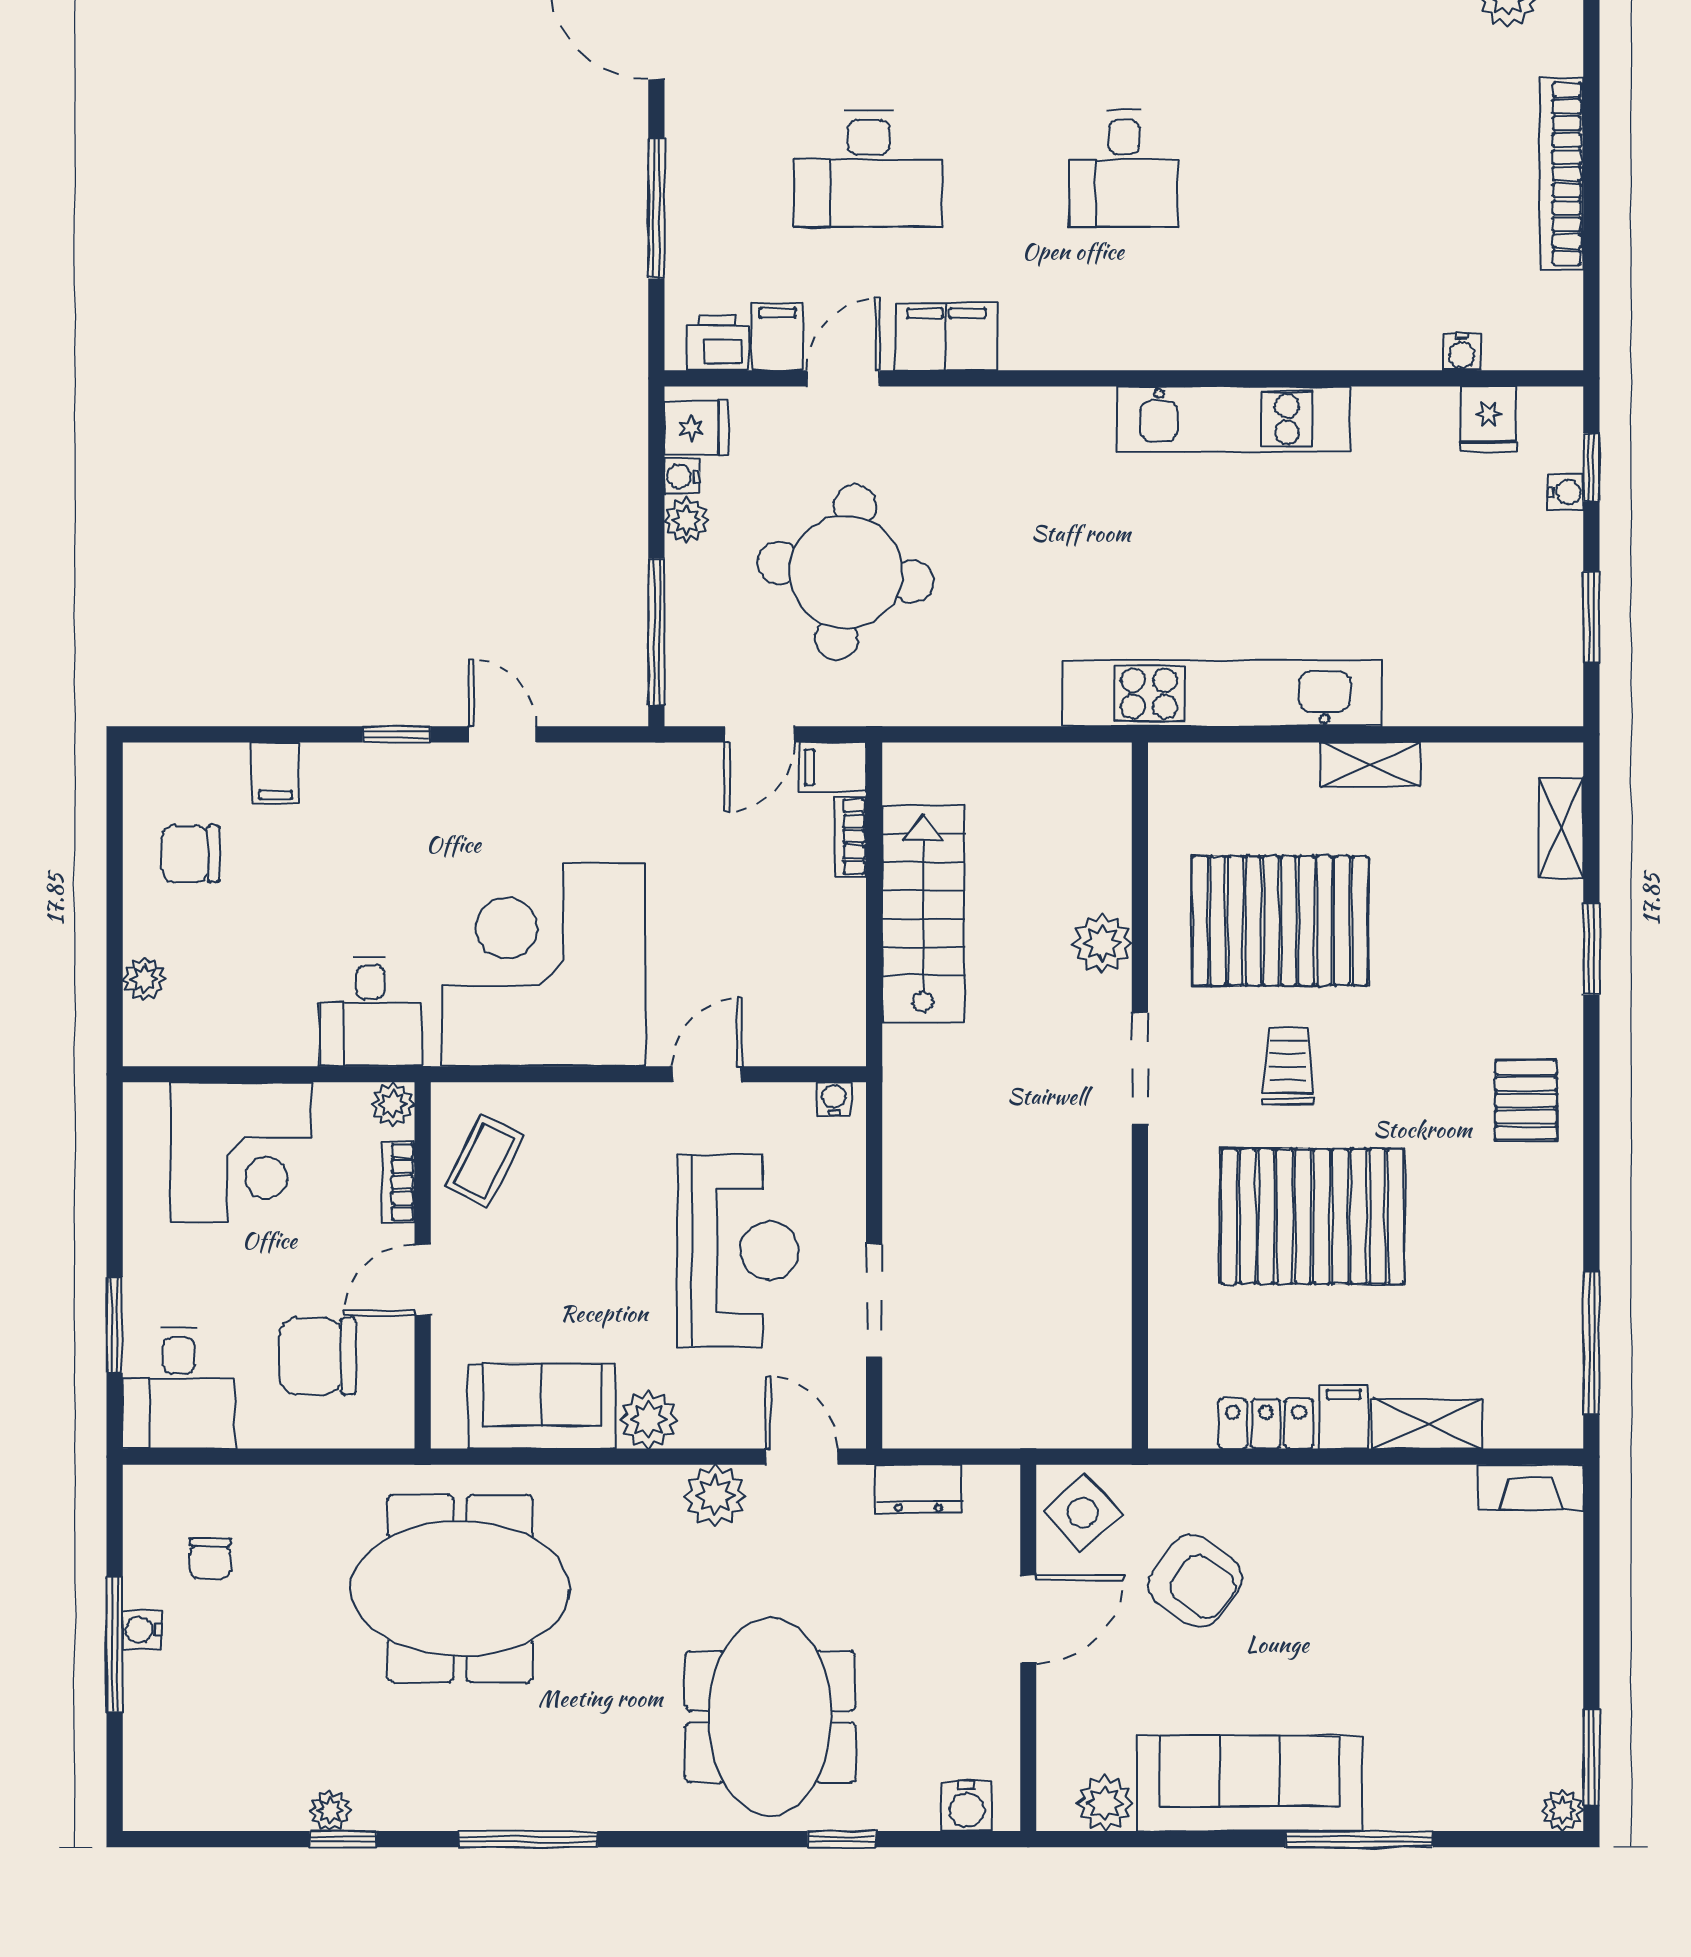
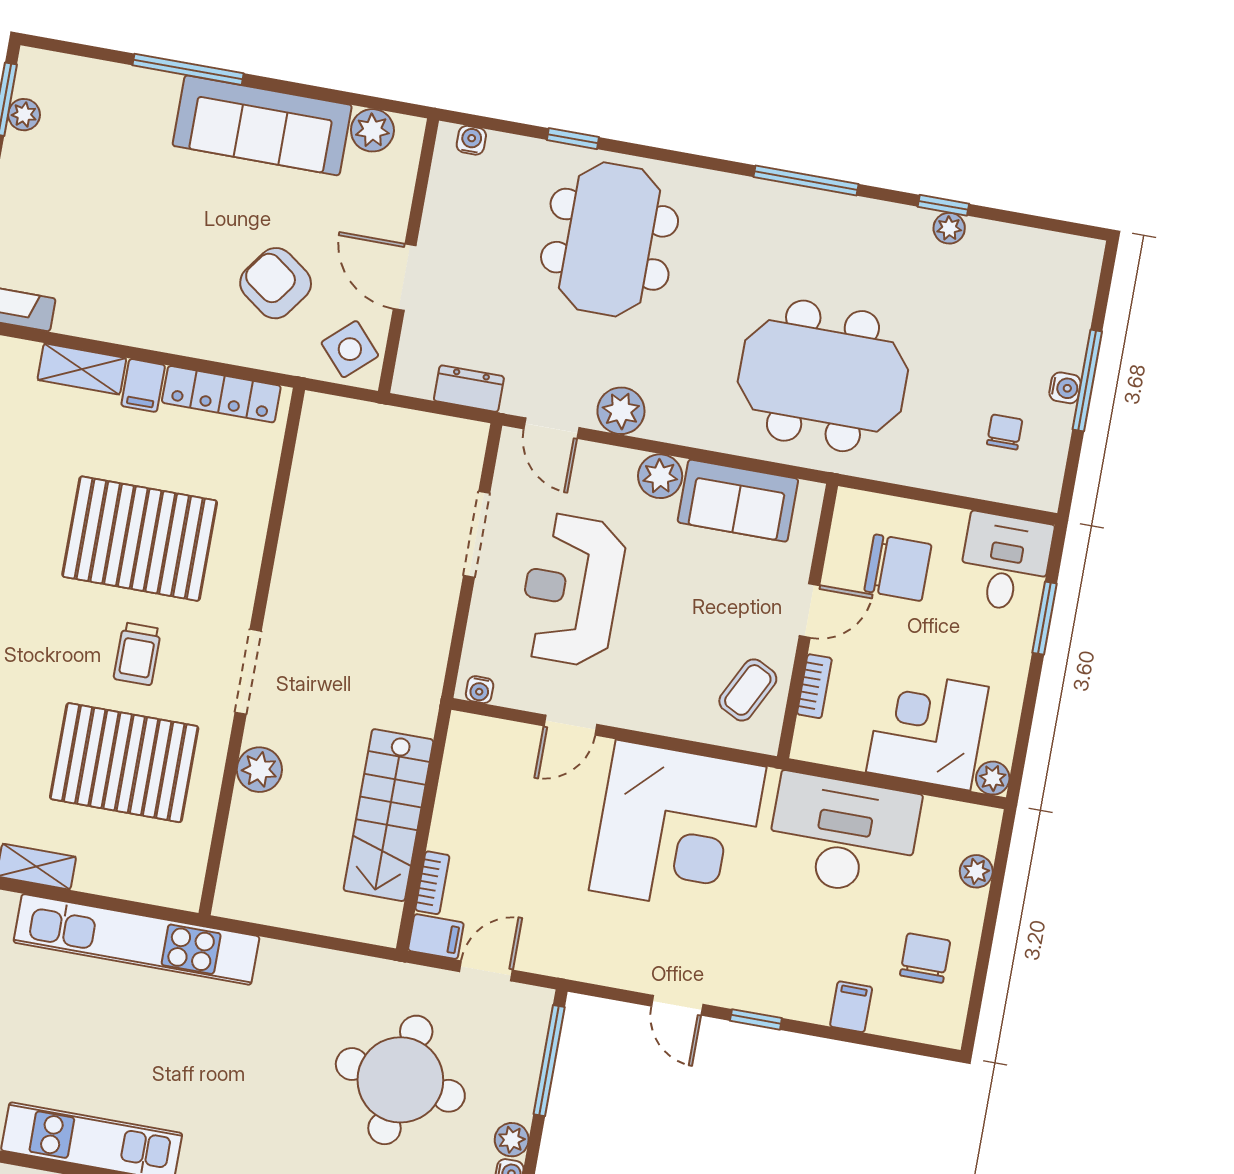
chair: (190, 854) -> (925, 958), turned -90
desk: (370, 1012) -> (843, 835), width x1.87, depth x1.30
plant: (393, 1104) -> (993, 778), moved
locker: (1266, 1424) -> (221, 394), width x1.53
door: (1028, 1619) -> (405, 277), hinge flipped
water cooler: (967, 1806) -> (471, 140), width x0.72, depth x0.72
plant: (1562, 1810) -> (24, 115), moved

